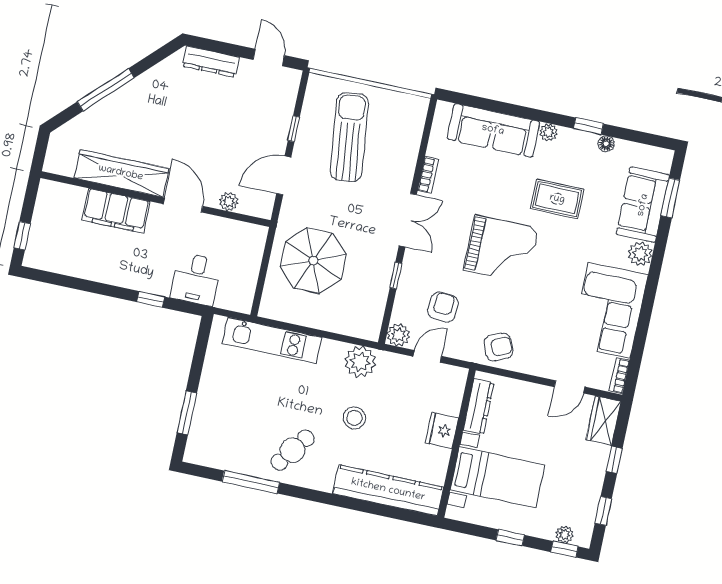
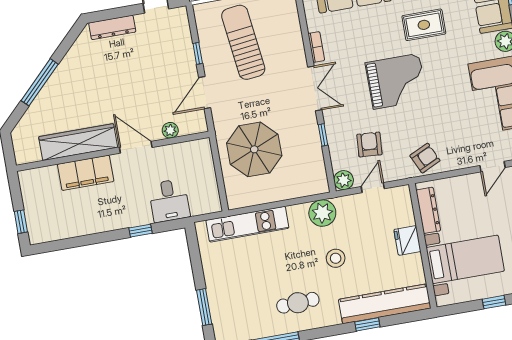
cafe table: (293, 450) -> (298, 303), turned 51
window: (360, 505) -> (367, 324), added

